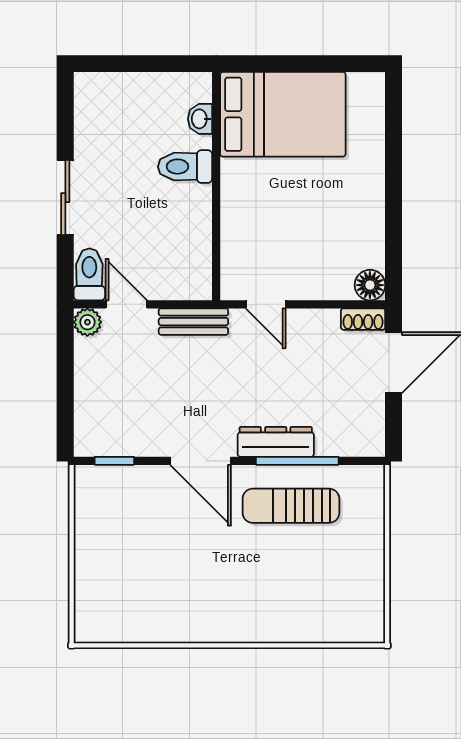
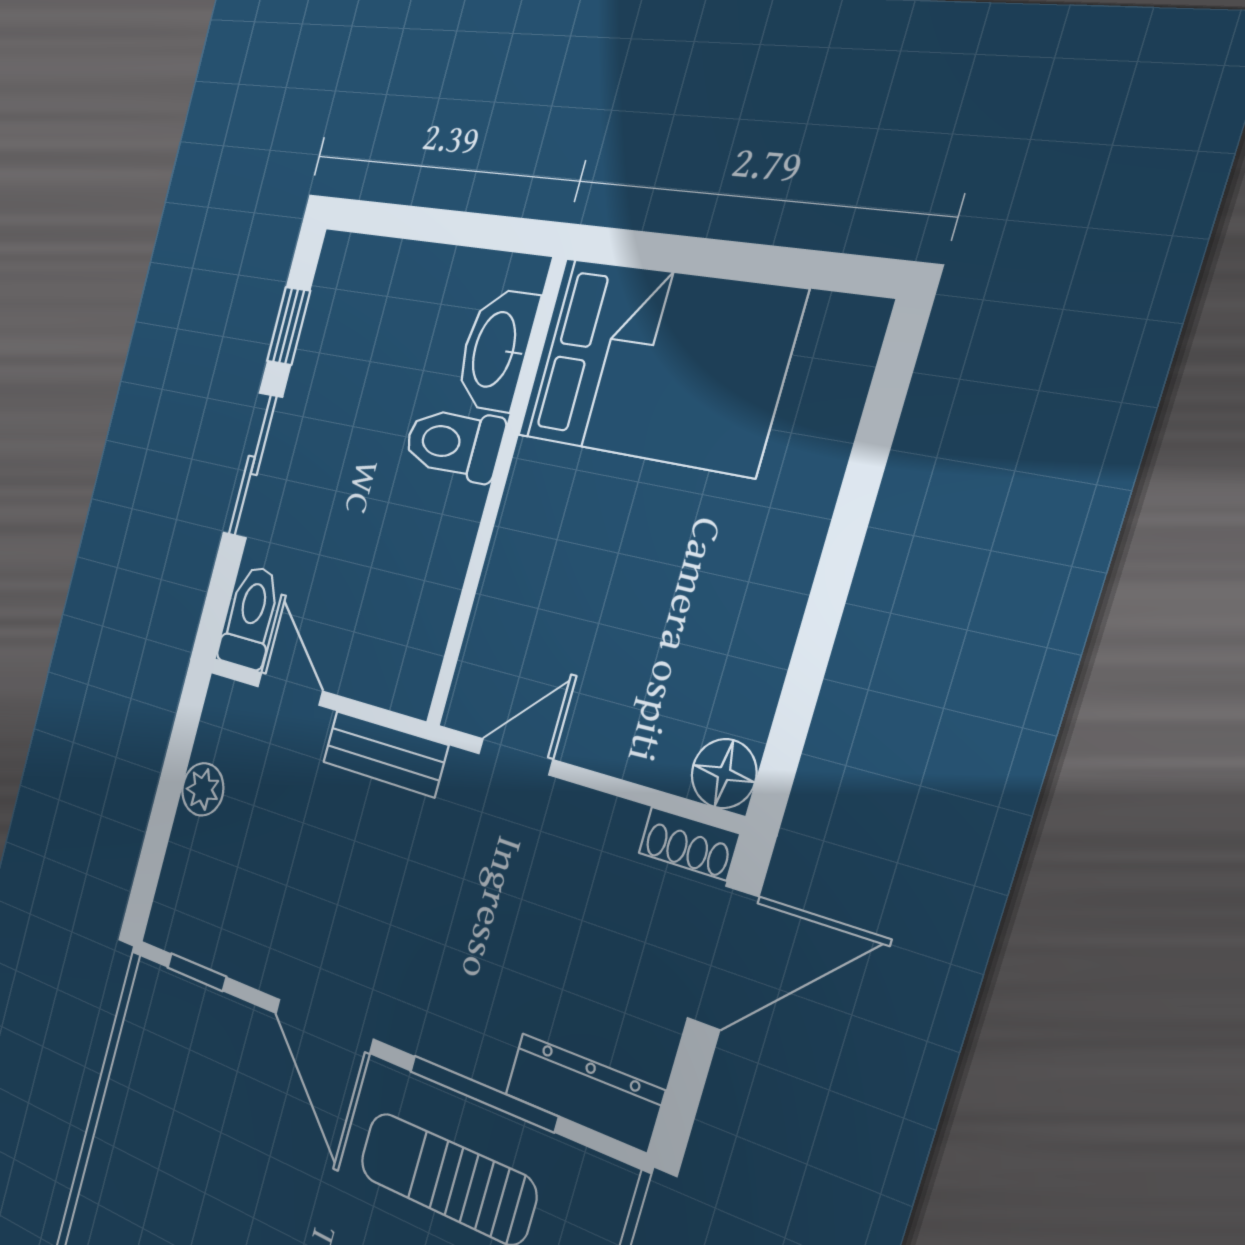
washbasin: (200, 119) -> (496, 350), width x1.91, depth x1.45
window: (65, 123) -> (289, 326), added
door: (266, 304) -> (515, 757), swing flipped
plant: (87, 322) -> (203, 789), moved
dresser: (276, 442) -> (584, 1092), moved

